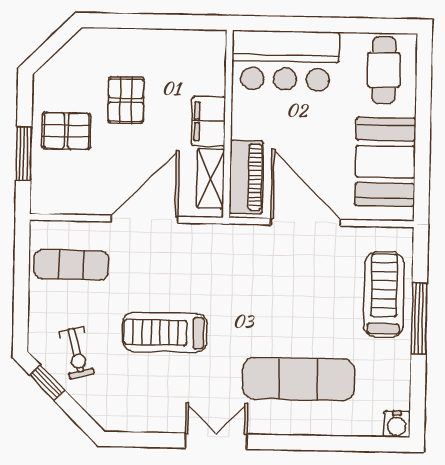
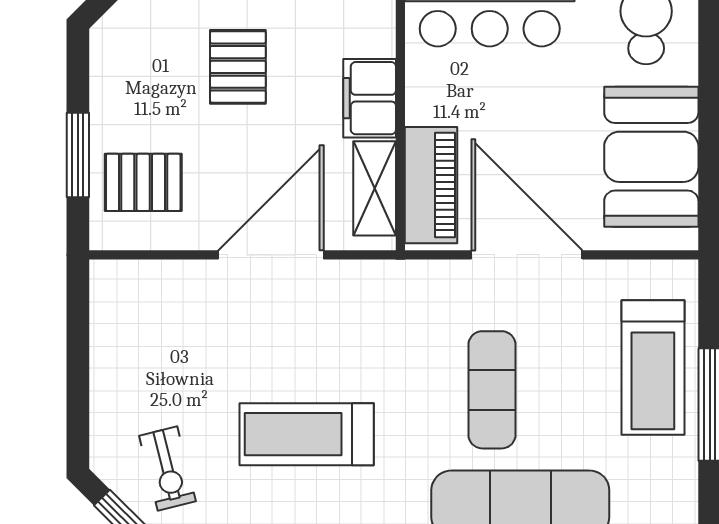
pallet: (66, 131) -> (143, 182), moved
exercise mat: (71, 265) -> (492, 390), moved, turned 90
treadmill: (384, 295) -> (653, 367), turned 180

